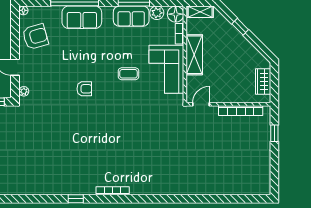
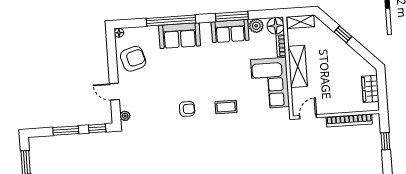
coffee table: (129, 74) -> (226, 107), moved

